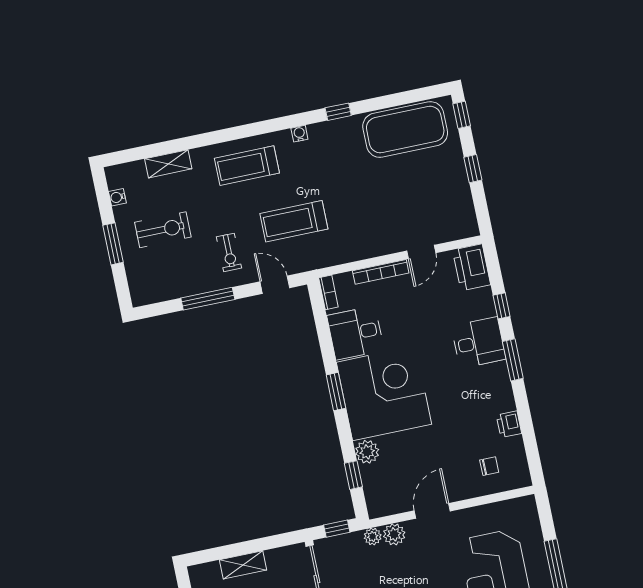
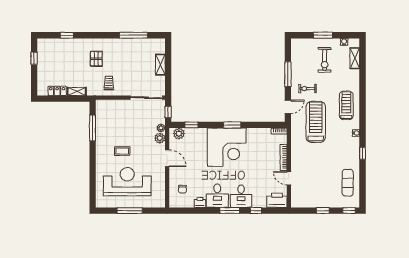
exercise mat: (405, 130) -> (348, 183), width x0.50, depth x0.69
shelving: (168, 164) -> (355, 58), moved
treadmill: (294, 221) -> (316, 122), width x1.37, depth x1.38
desk: (355, 333) -> (217, 196), moved, turned 180
plant: (367, 452) -> (179, 134), moved

